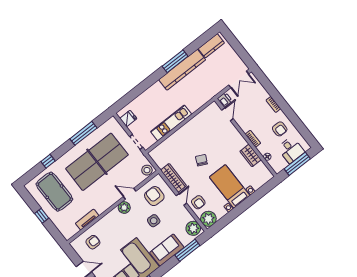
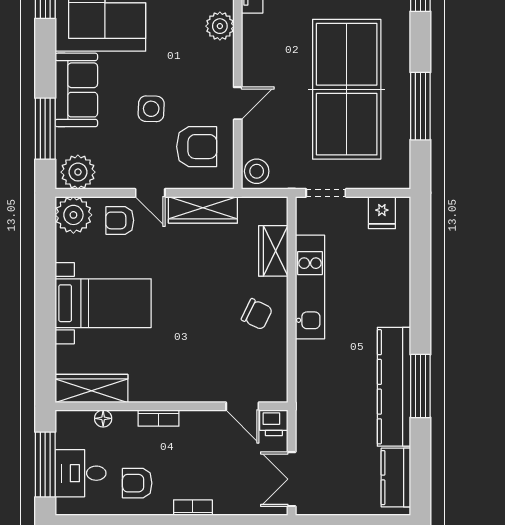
wardrobe: (169, 144) -> (273, 251), added
wardrobe: (250, 156) -> (91, 388), moved, width x1.50
chair: (201, 160) -> (257, 314), moved
plant: (124, 207) -> (220, 26), moved

